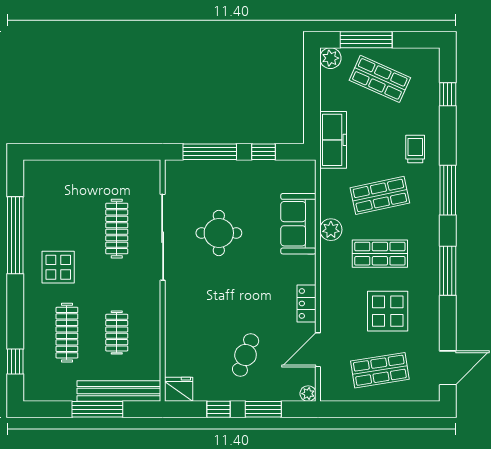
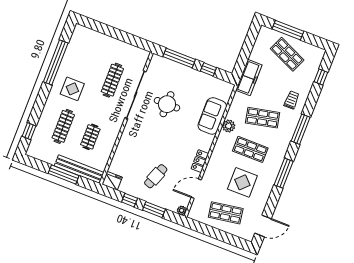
plant: (330, 58) -> (265, 33), removed

